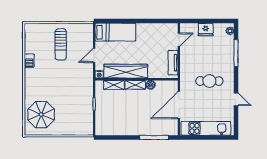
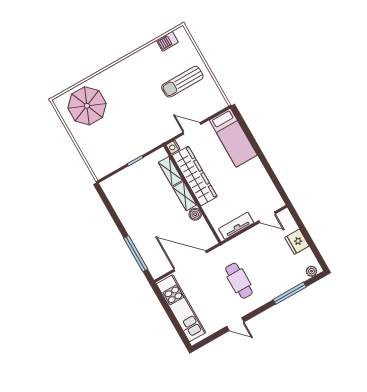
barbecue: (29, 61) -> (167, 41), moved
door: (236, 99) -> (235, 324), hinge flipped

